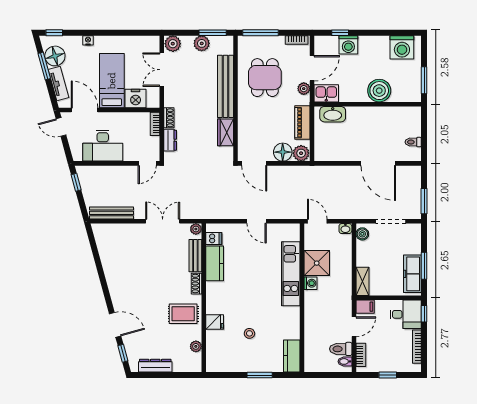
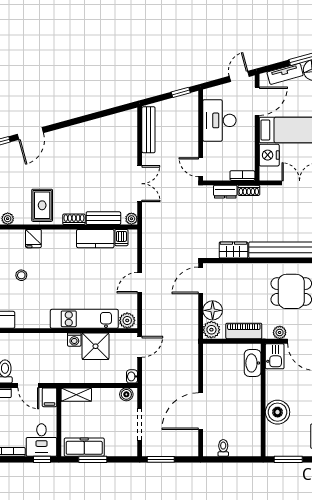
plant: (292, 233) -> (127, 320), added

